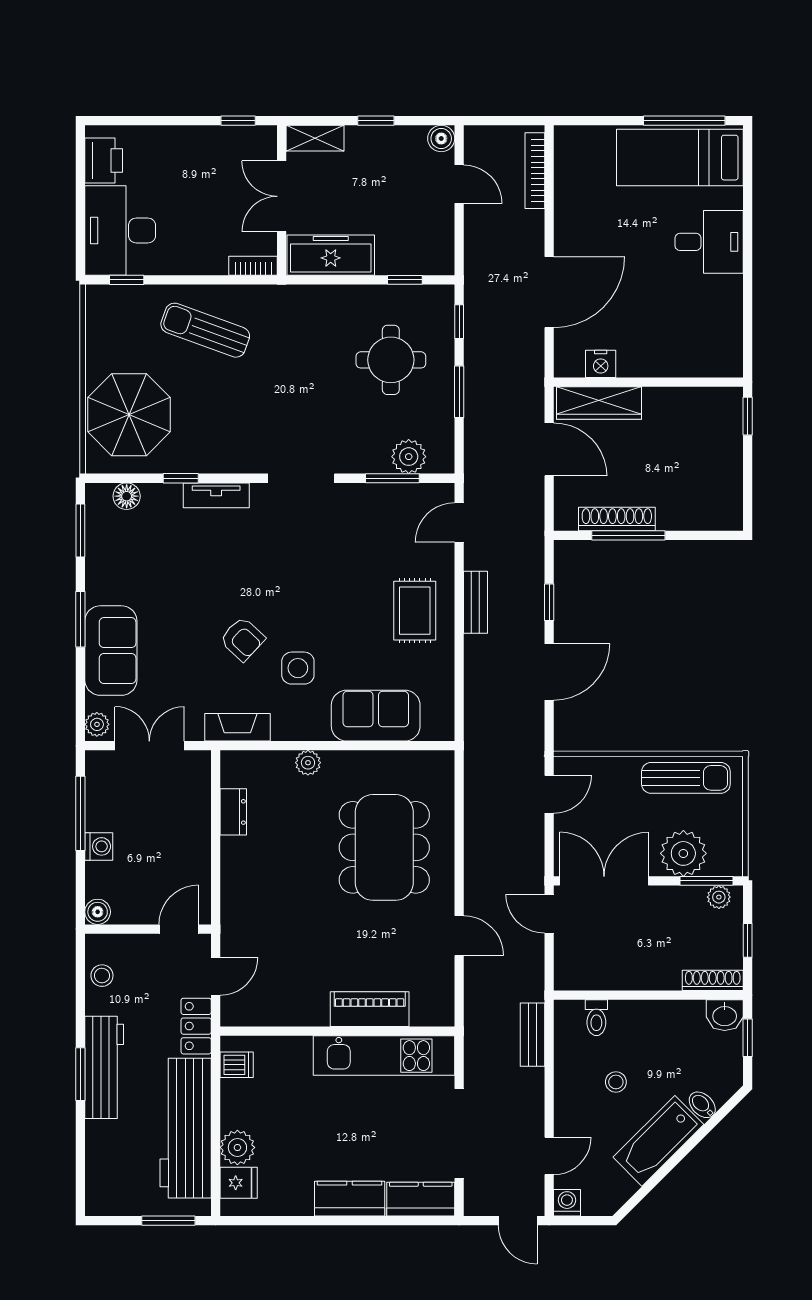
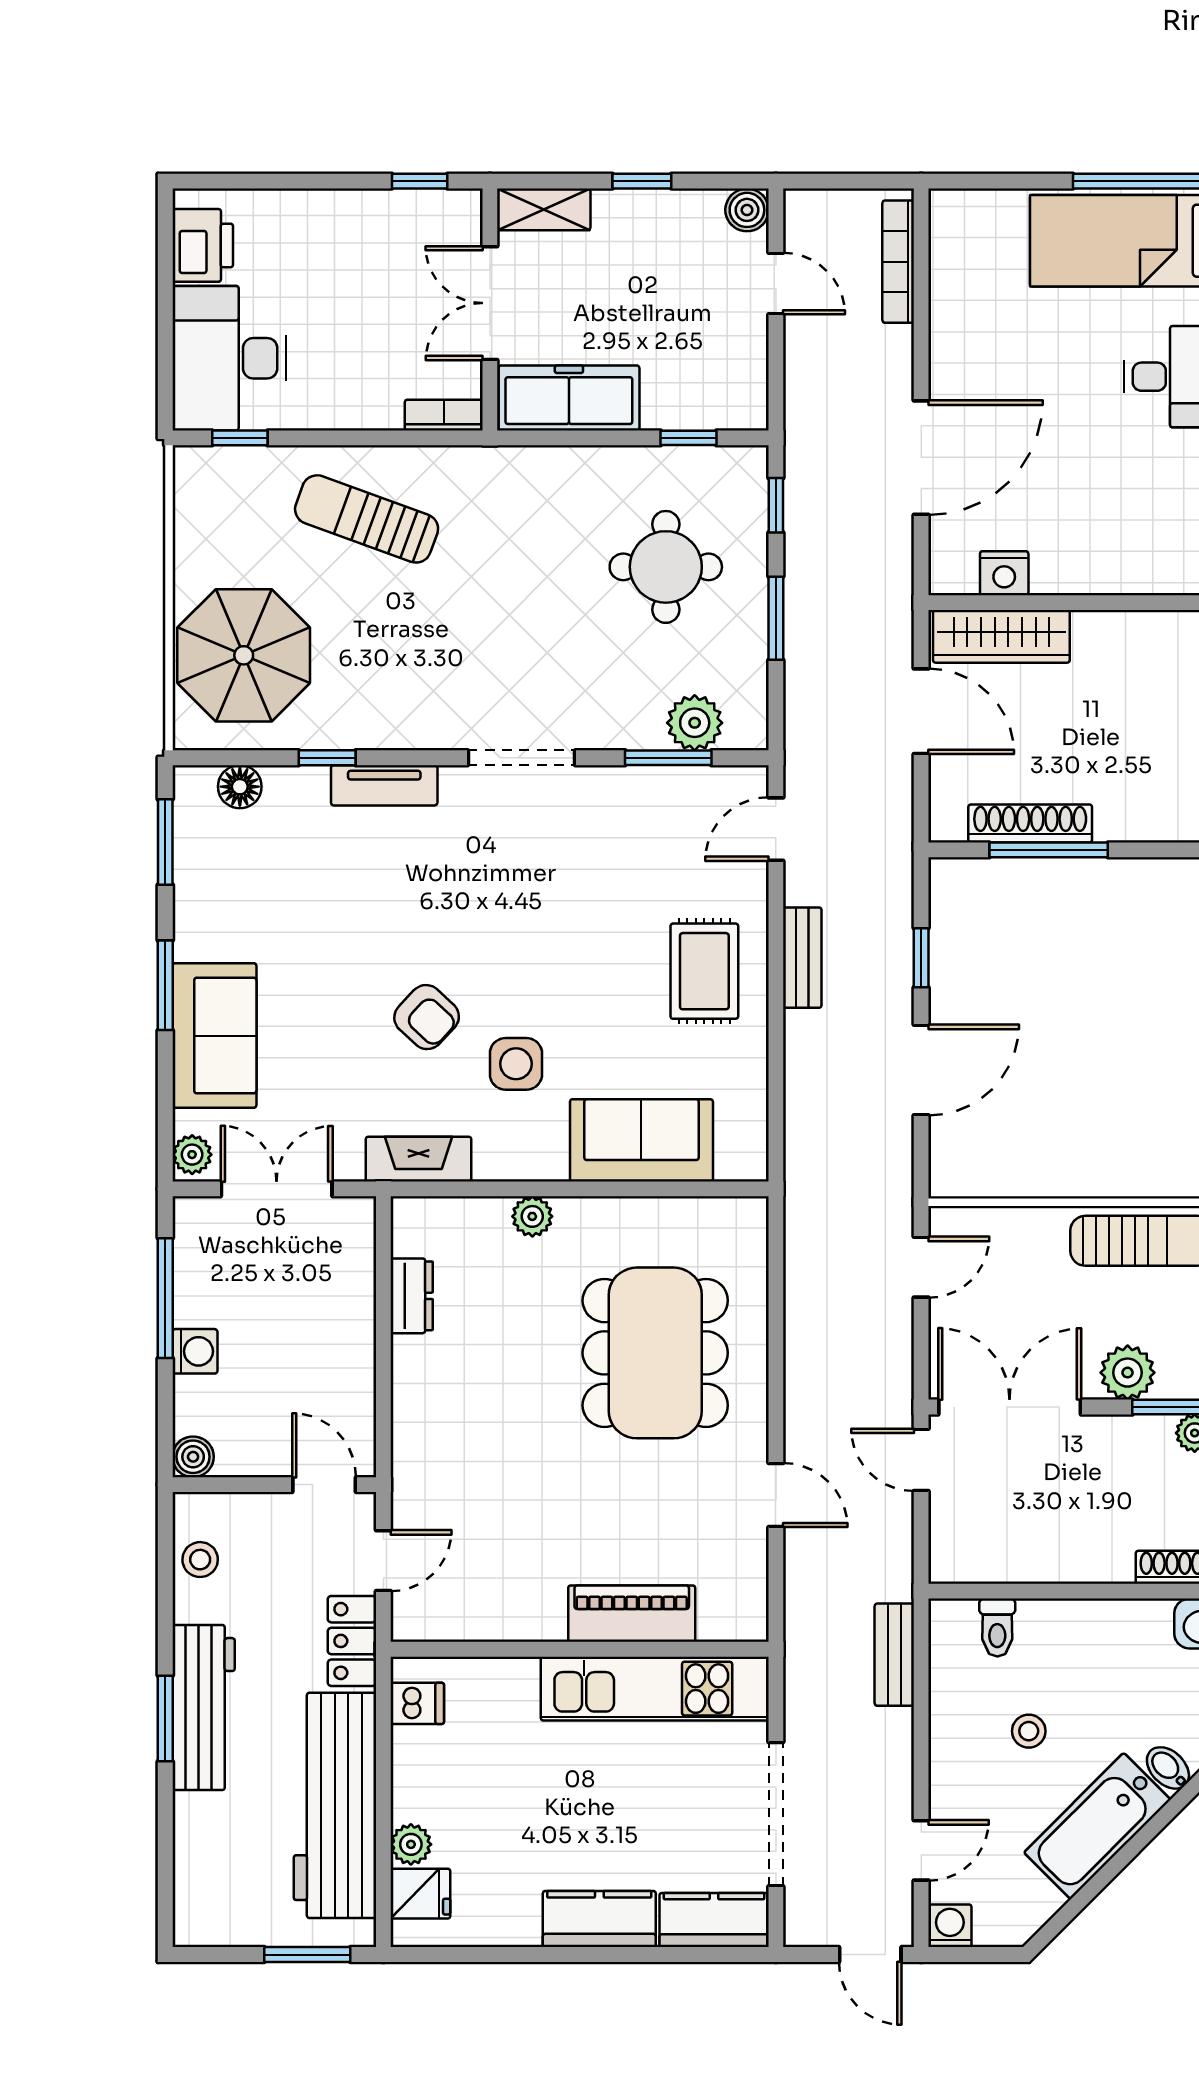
plant: (683, 853) -> (1128, 1373), width x0.73, depth x0.73
door: (179, 929) -> (324, 1485), hinge flipped
plant: (237, 1147) -> (411, 1844), width x0.73, depth x0.73

